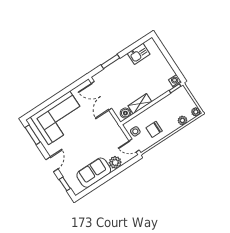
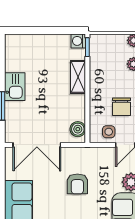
kitchen sink: (139, 54) -> (15, 87), moved
shelving: (140, 104) -> (78, 77), moved
armchair: (94, 133) -> (77, 184), added

